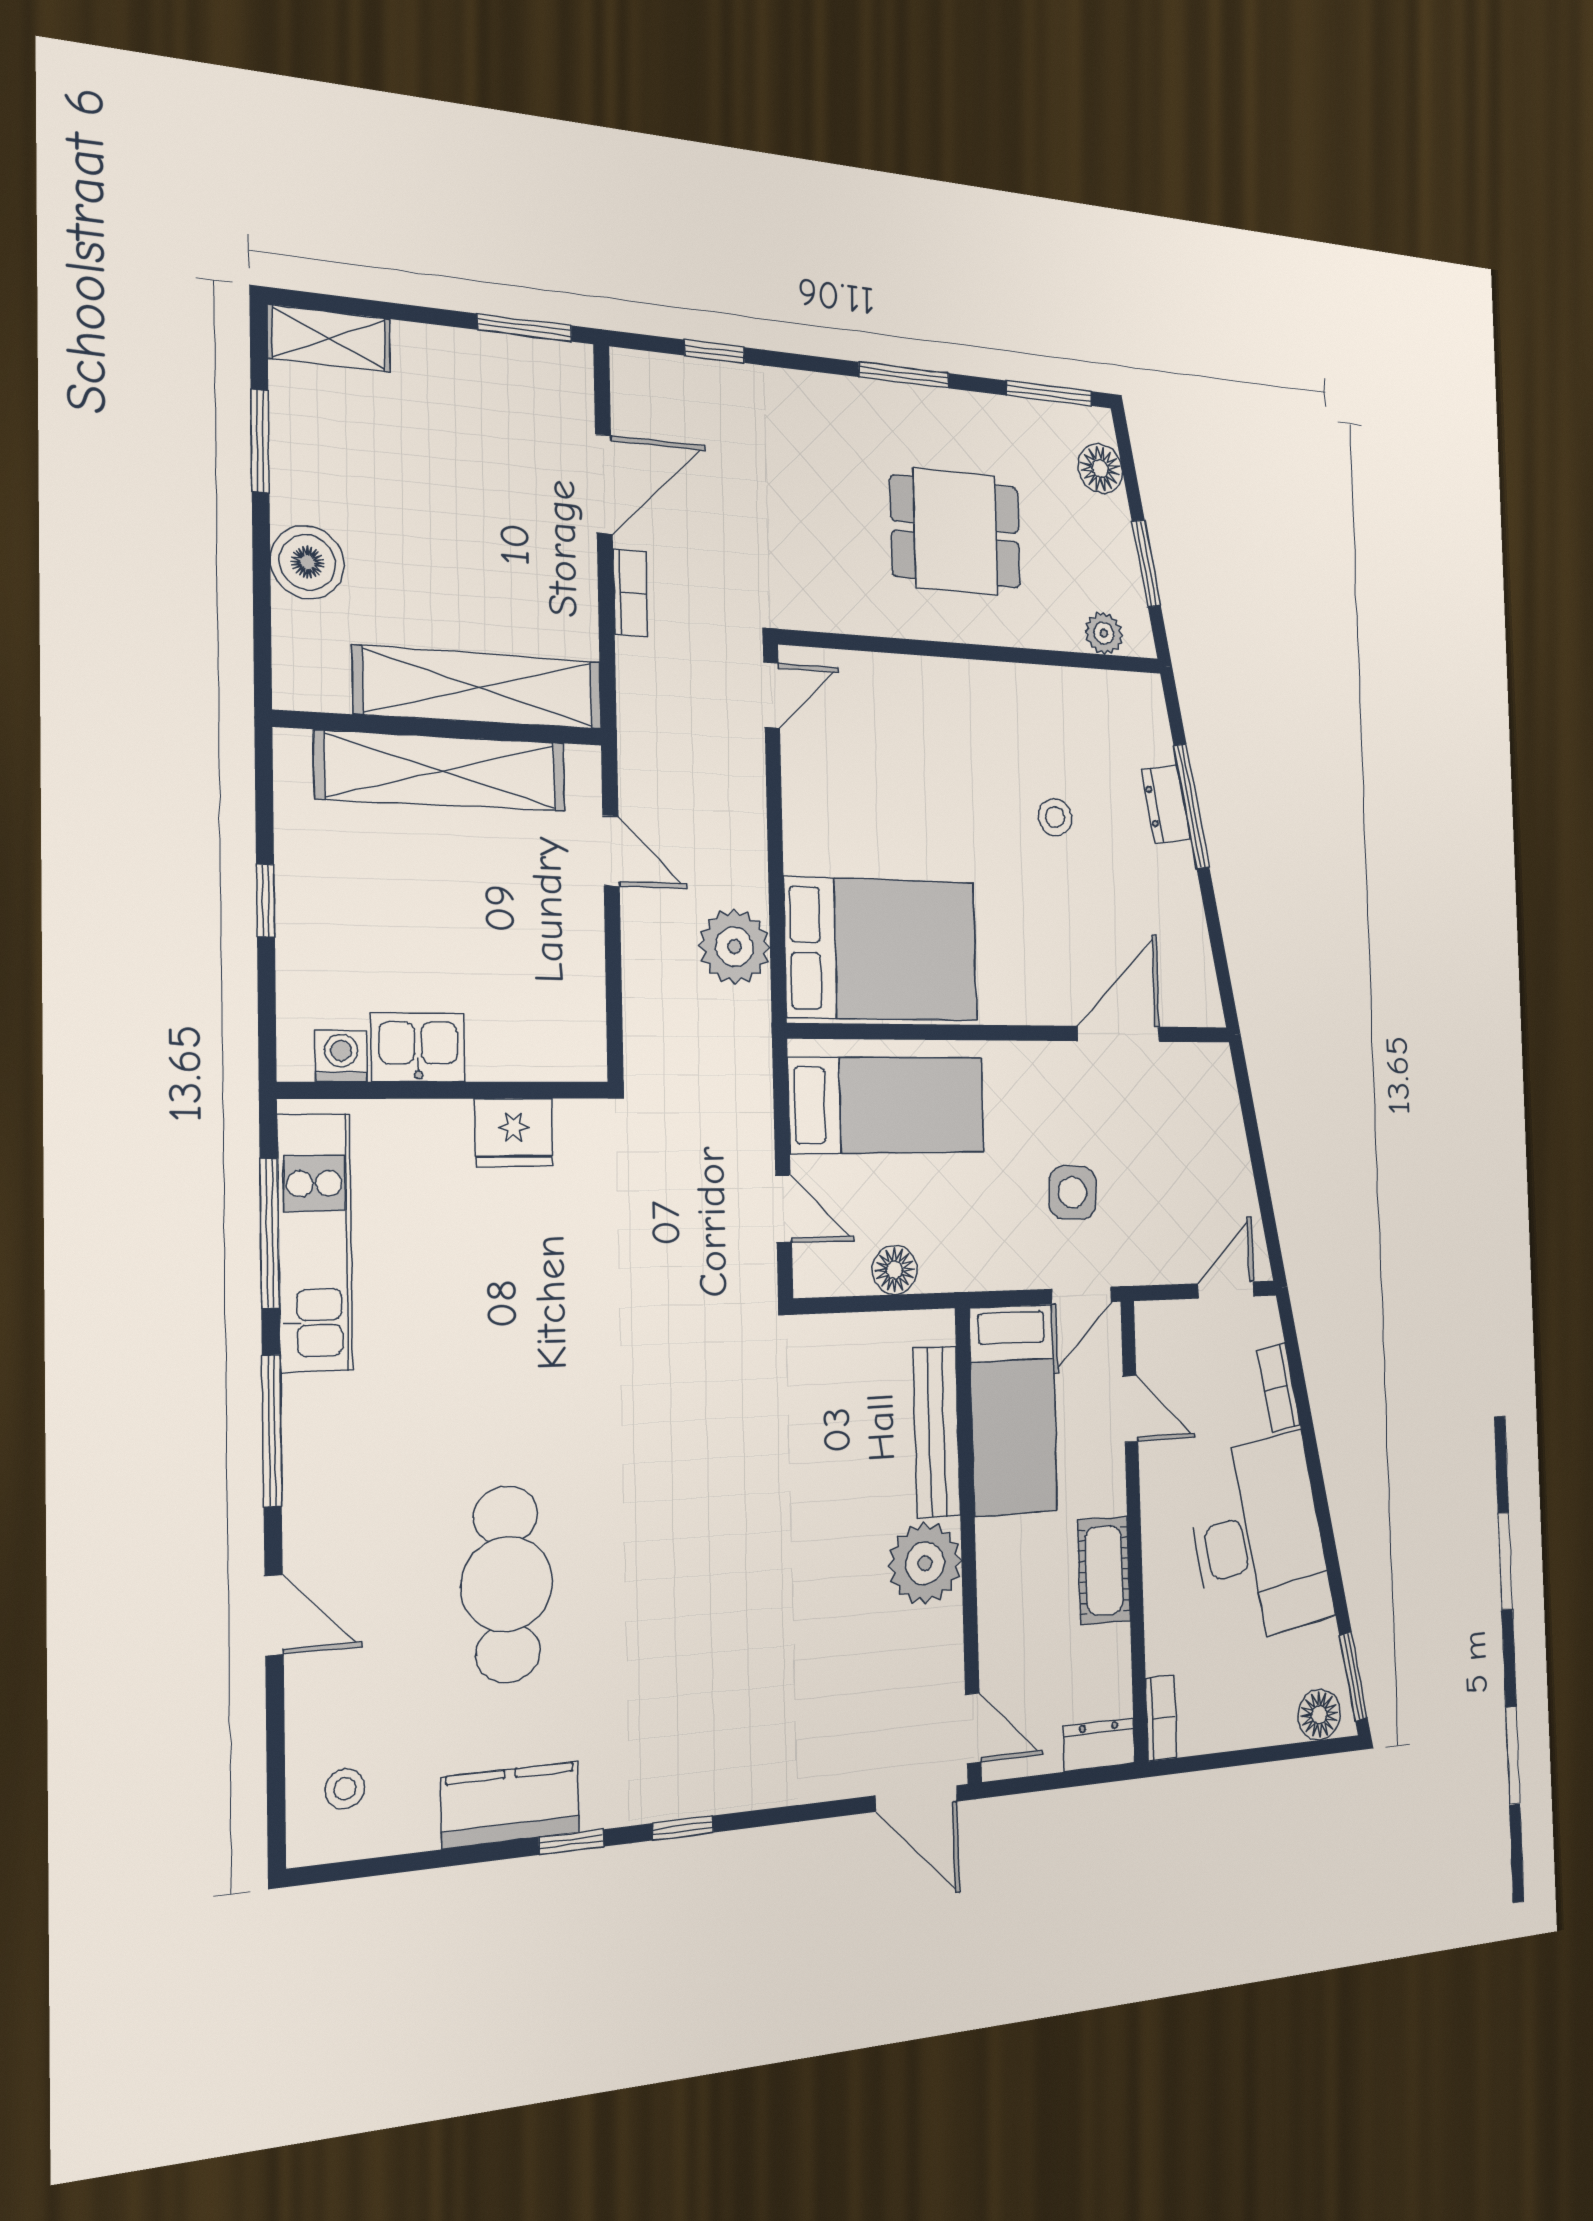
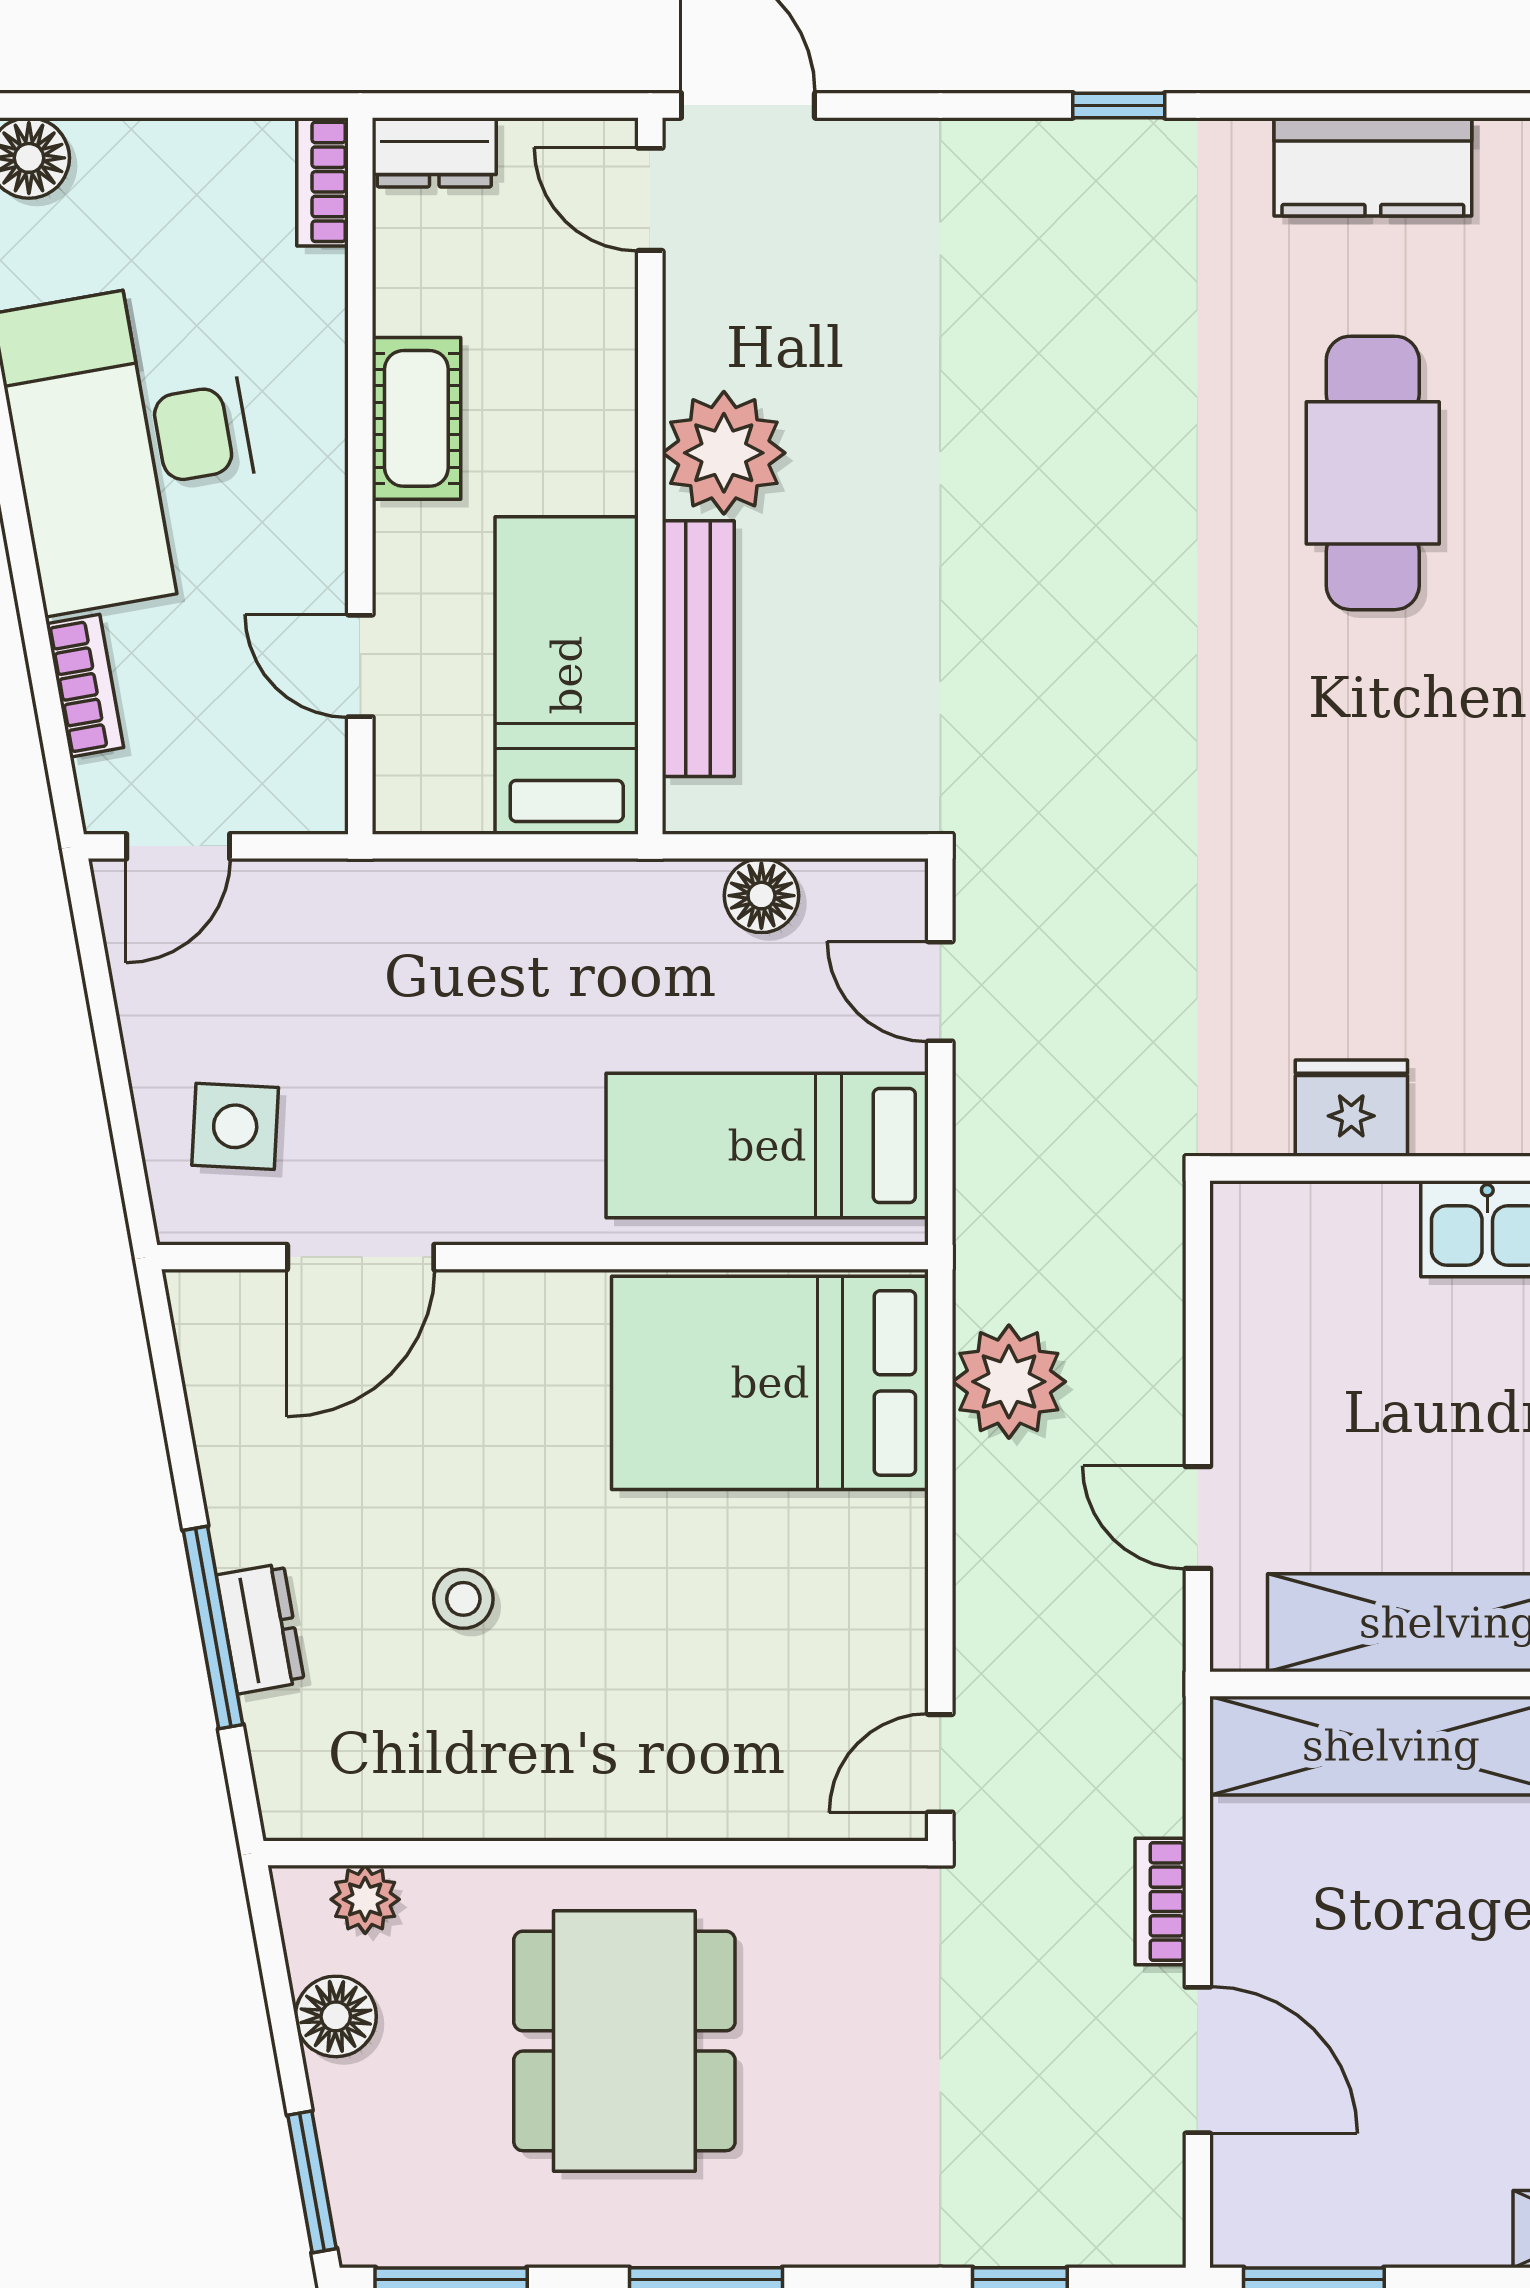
floor lamp: (1100, 469) -> (336, 2016), moved
door: (604, 484) -> (1198, 2060), swing flipped
dining table: (956, 532) -> (624, 2041), width x1.38
window: (1146, 563) -> (312, 2182), moved
side table: (1072, 1192) -> (235, 1126), moved
door: (1081, 1295) -> (442, 846), removed
window: (571, 1842) -> (1286, 105), removed

